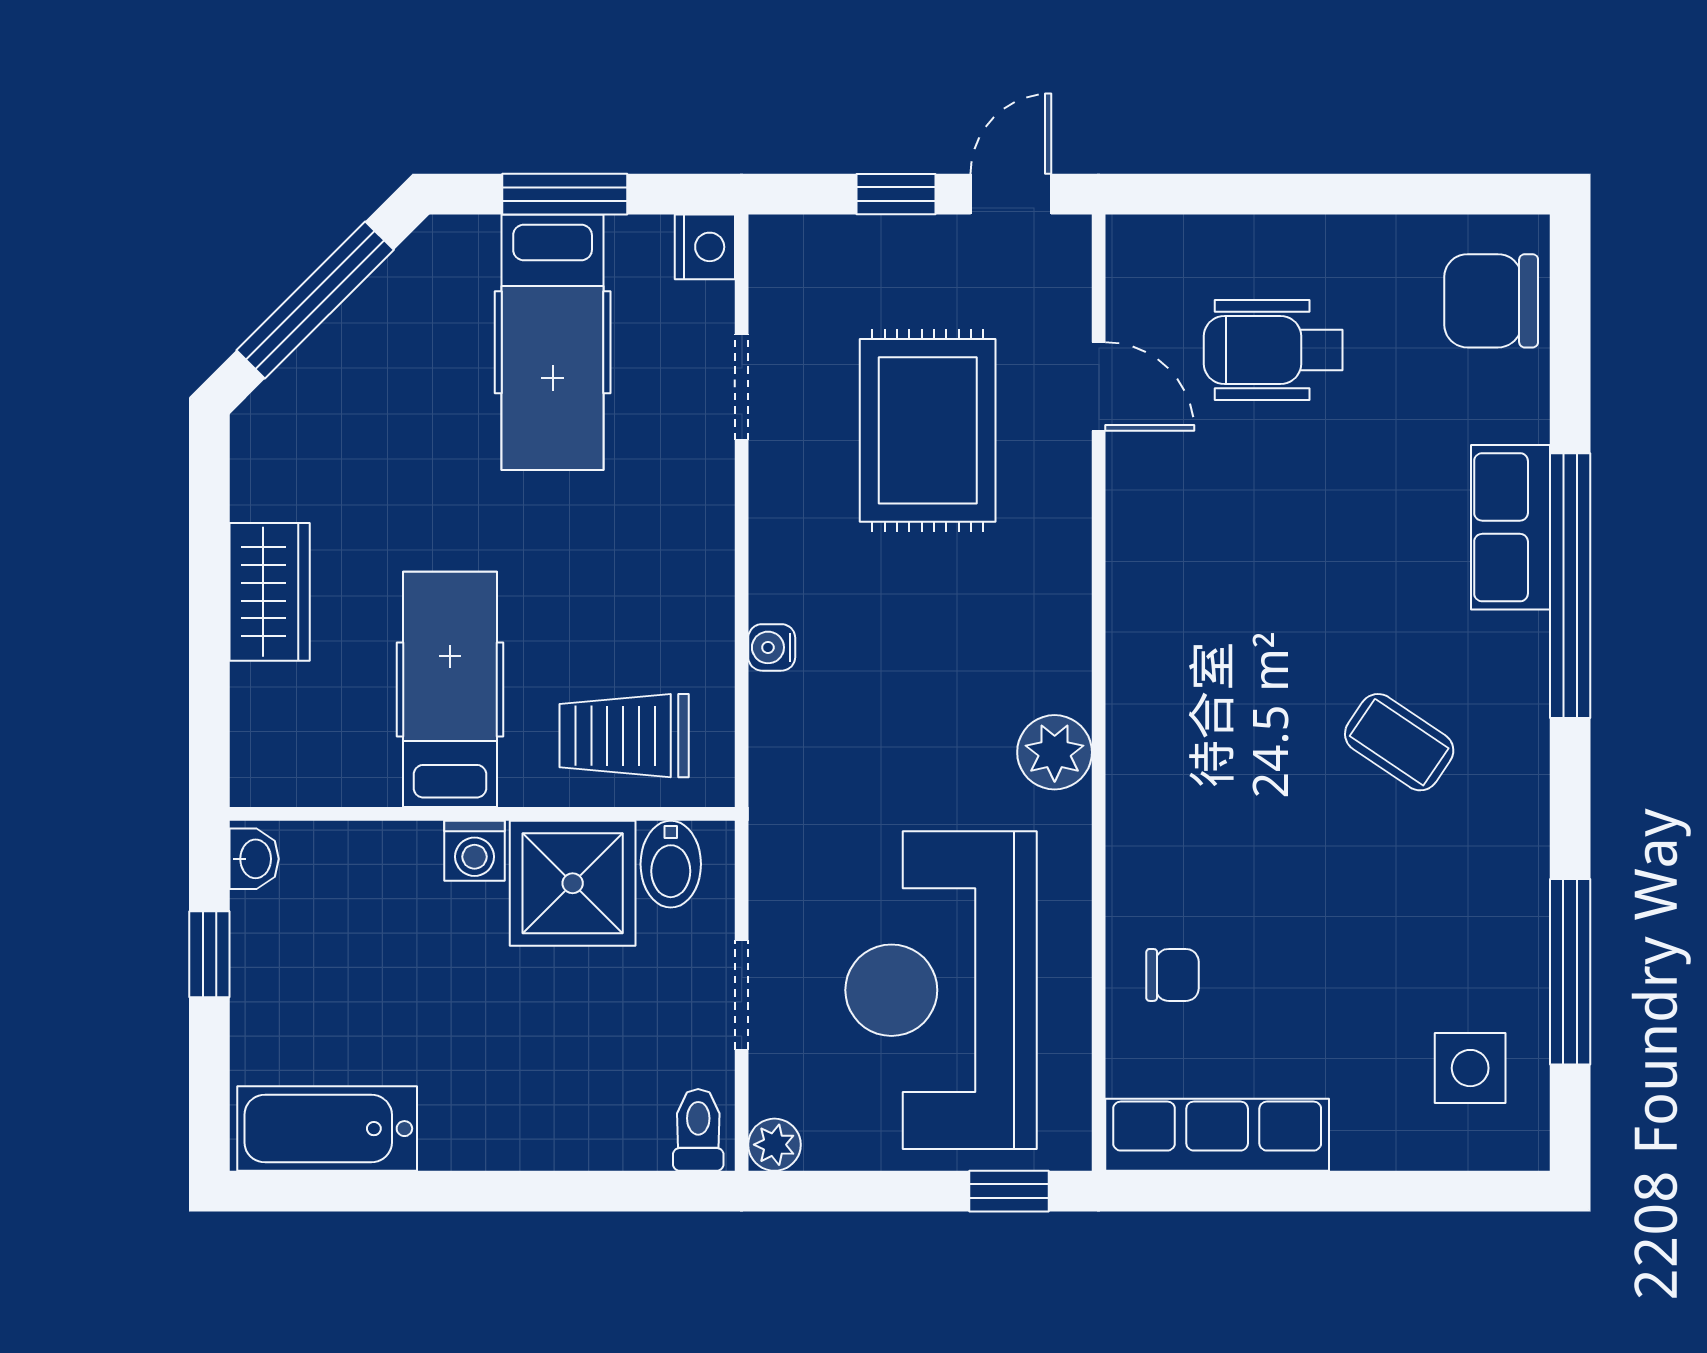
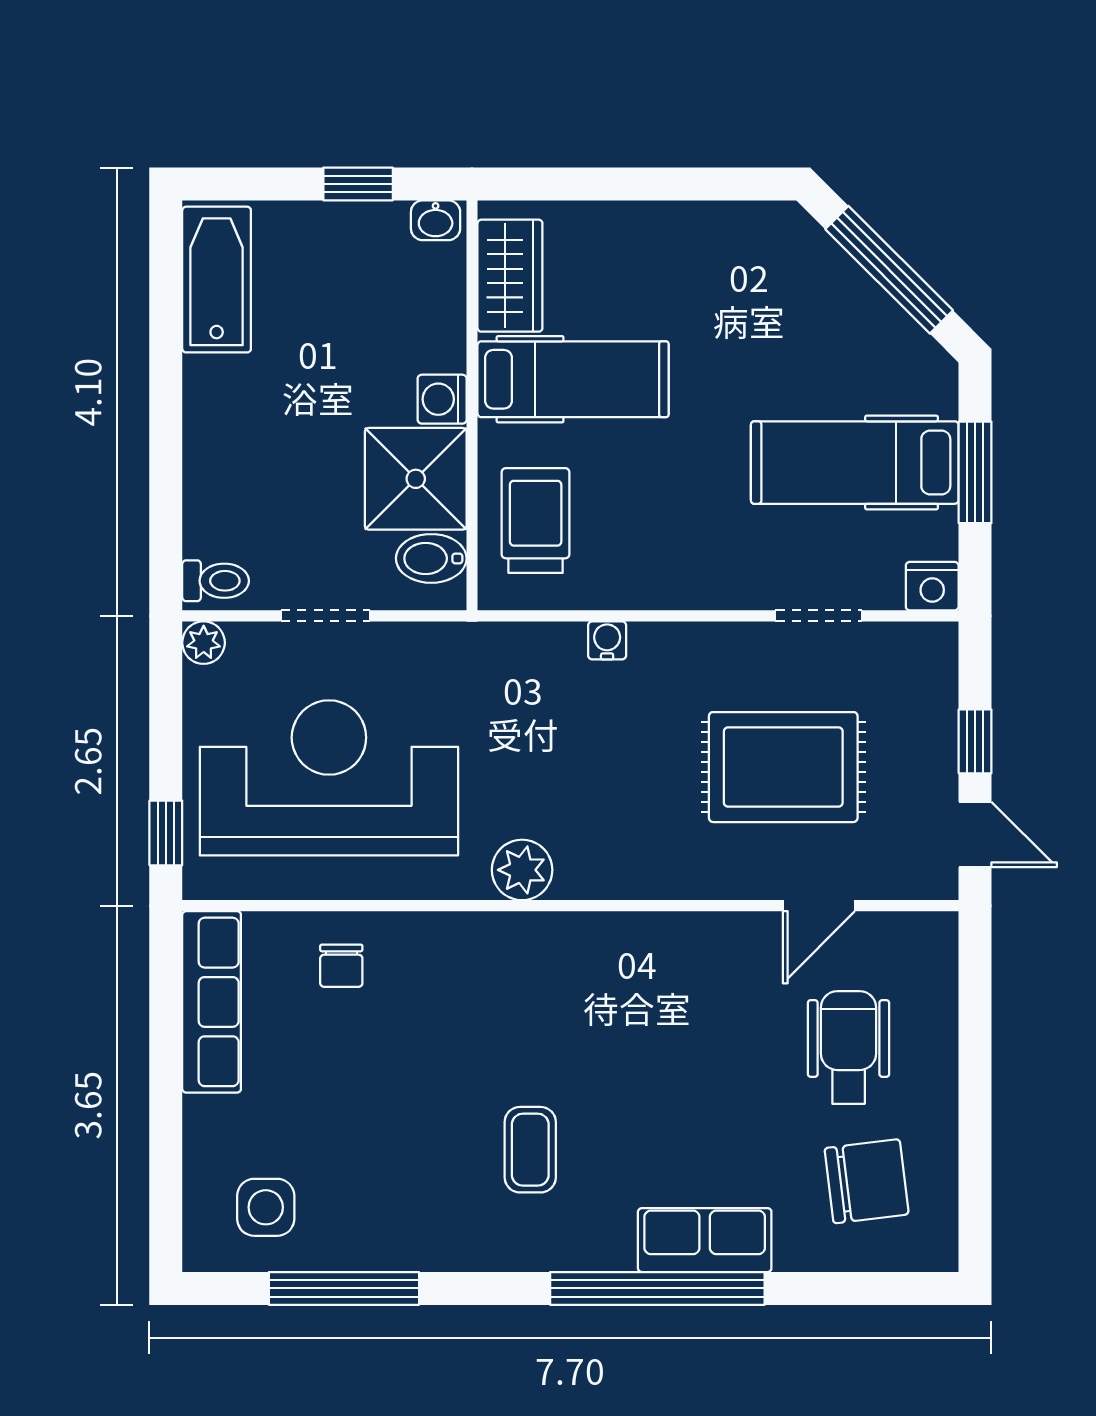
chair: (1491, 301) -> (867, 1181), moved, turned 83
wardrobe: (270, 592) -> (510, 276), moved, turned -90
coffee table: (1399, 742) -> (530, 1150), turned -34

